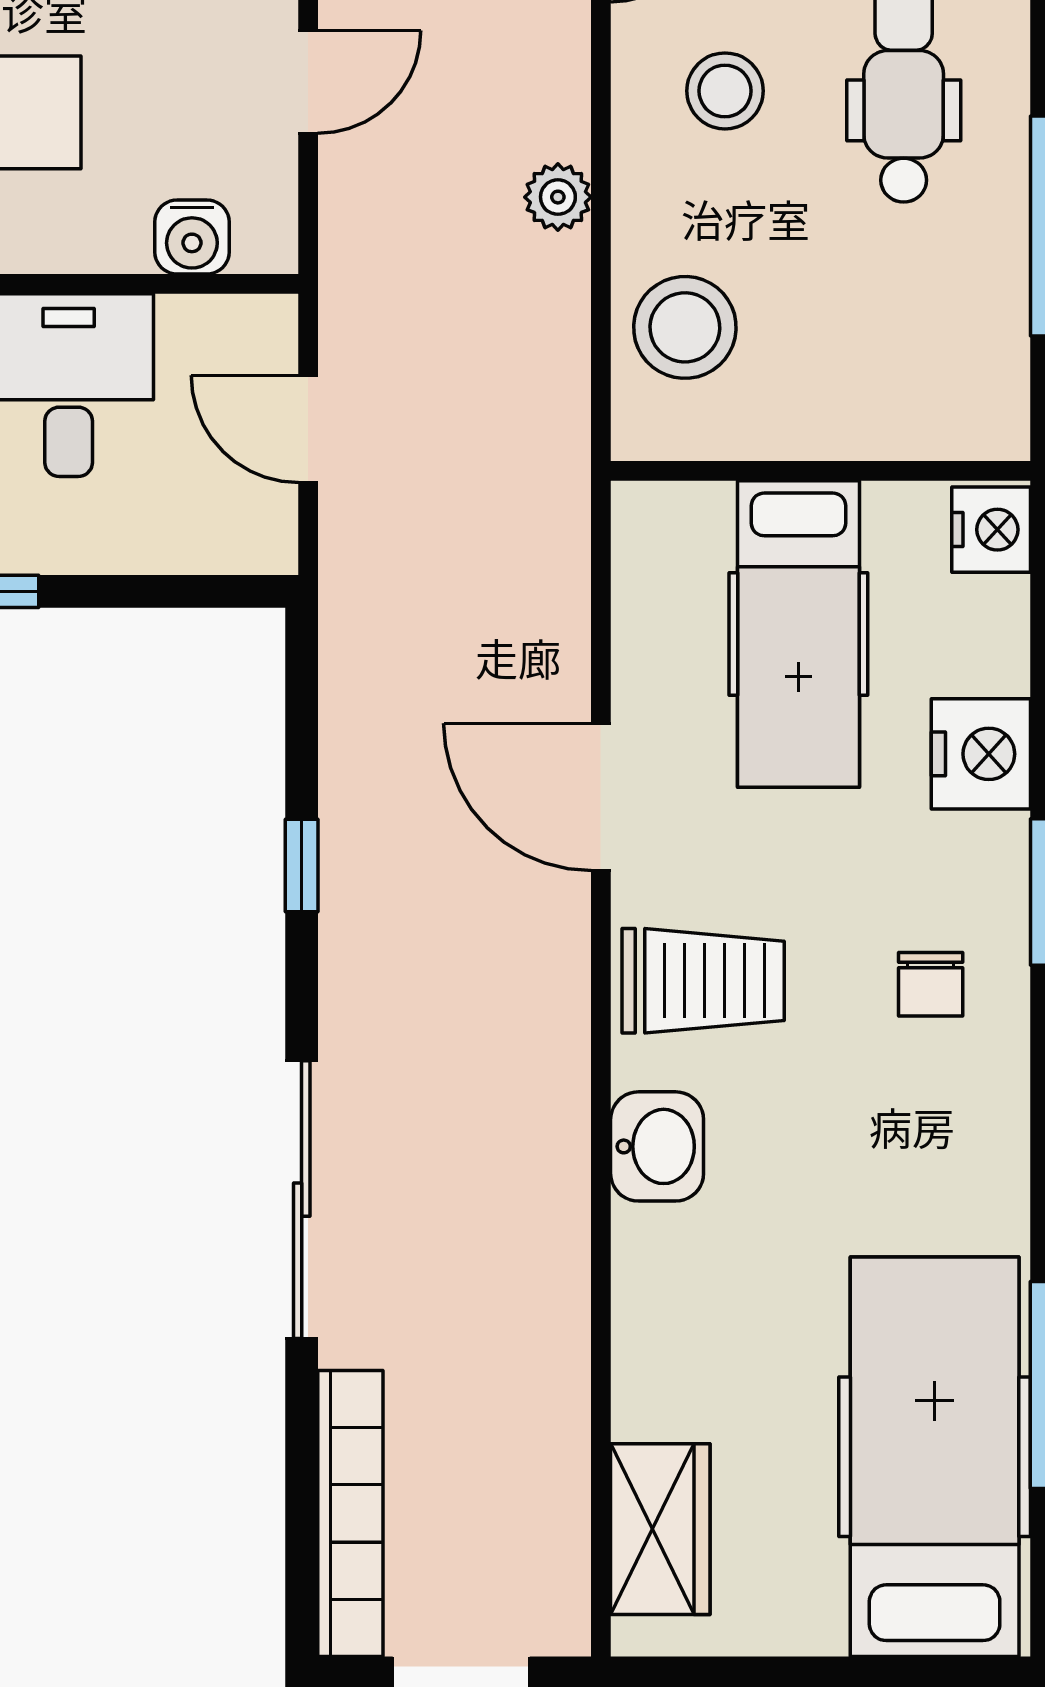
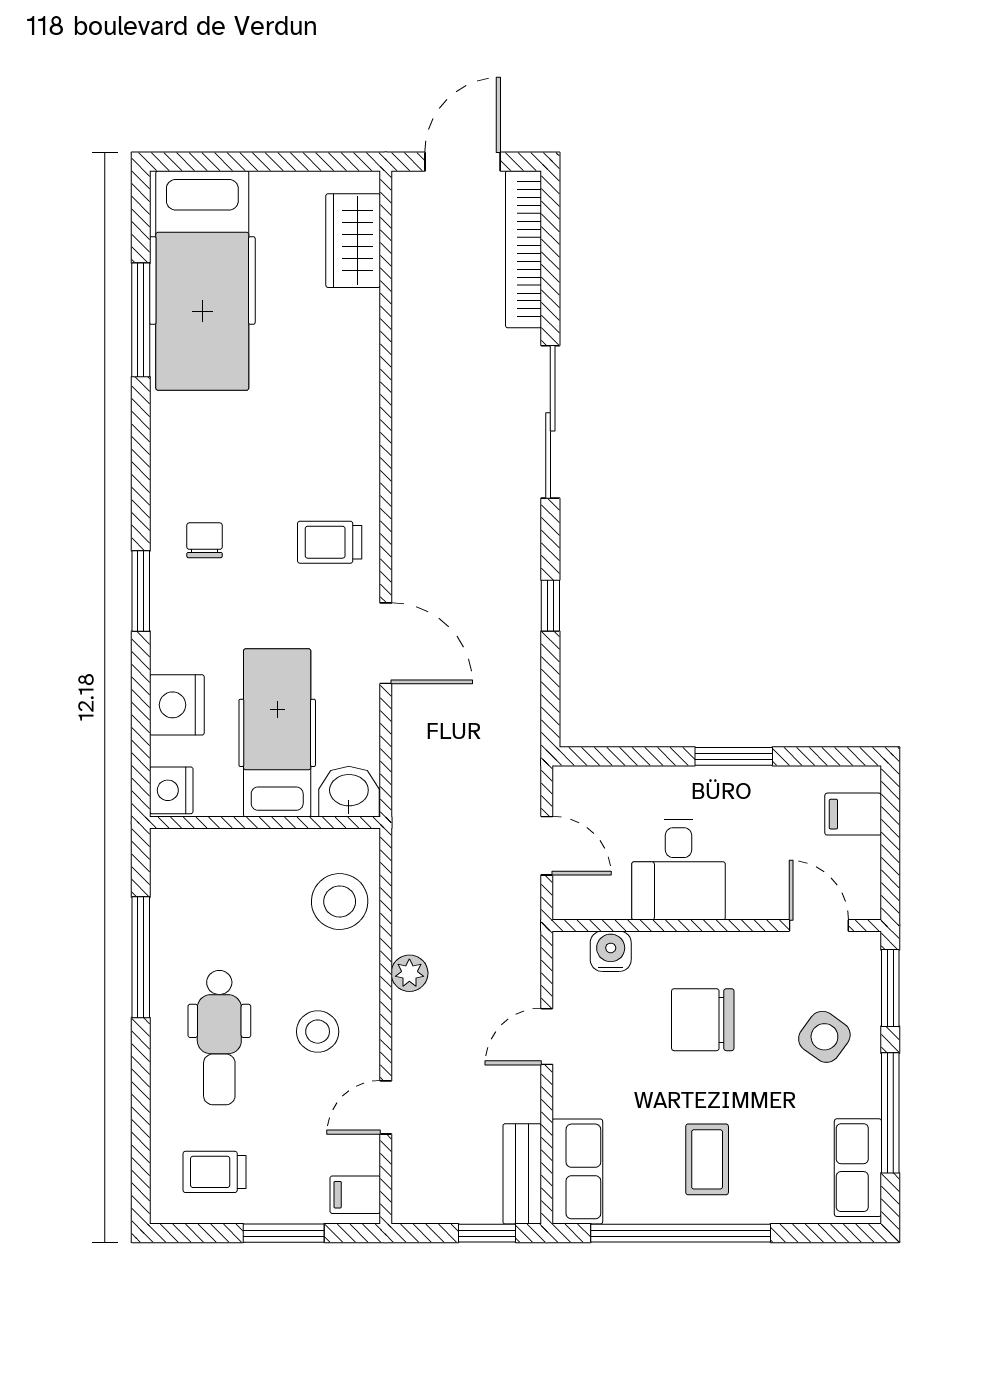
nightstand: (981, 754) -> (177, 705), moved
trolley: (703, 981) -> (330, 542), width x0.73, depth x0.72
washbasin: (657, 1146) -> (349, 792), moved, turned 90

